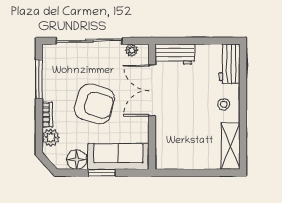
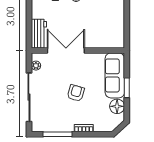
double door: (152, 91) -> (66, 51), swing flipped
armchair: (95, 104) -> (76, 93), width x0.53, depth x0.53
plant: (51, 137) -> (101, 126), removed

